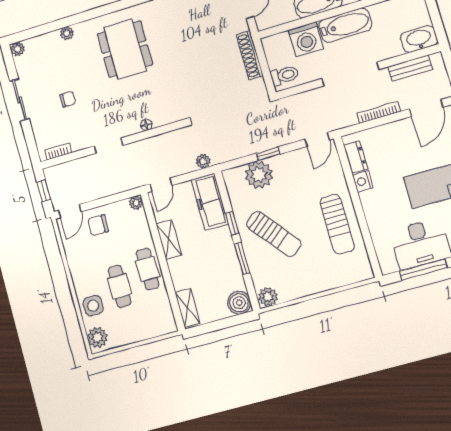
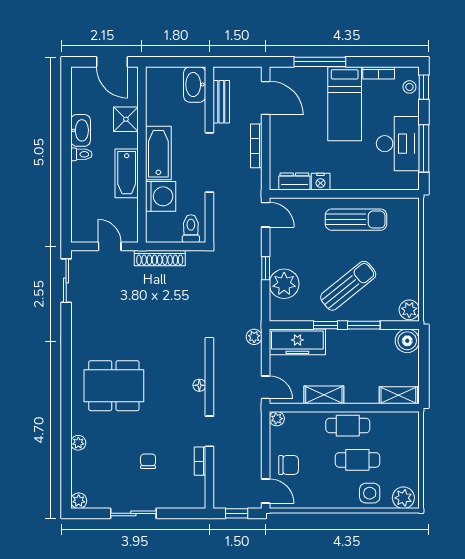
bookcase: (58, 152) -> (200, 461), moved
chair: (98, 225) -> (289, 465), turned -91

